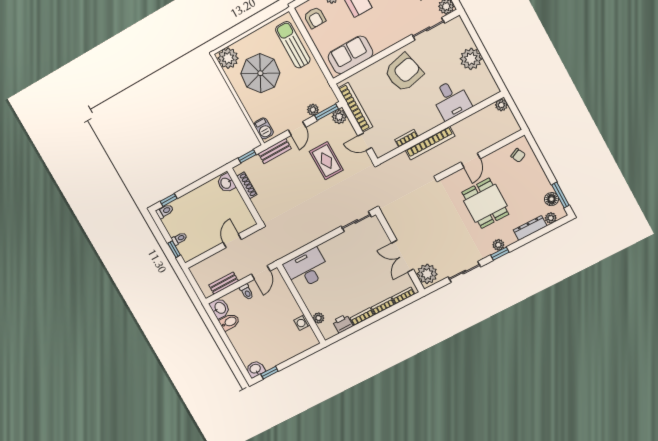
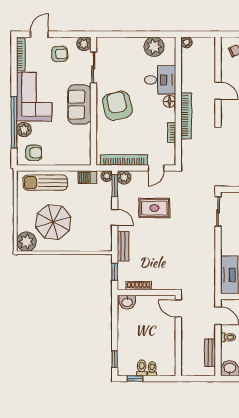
sofa: (350, 55) -> (79, 105), moved
plant: (471, 59) -> (154, 47), moved
plant: (313, 110) -> (107, 176), moved
floor lamp: (435, 120) -> (170, 101), added
barbecue: (264, 128) -> (87, 177), moved, turned 180
toilet: (165, 211) -> (142, 368), moved
door: (232, 241) -> (178, 309), moved
window: (174, 249) -> (135, 379), moved

